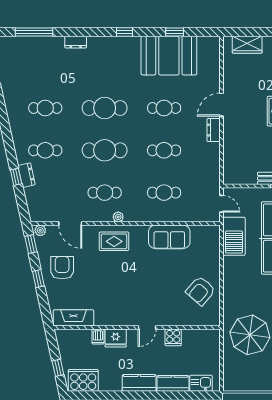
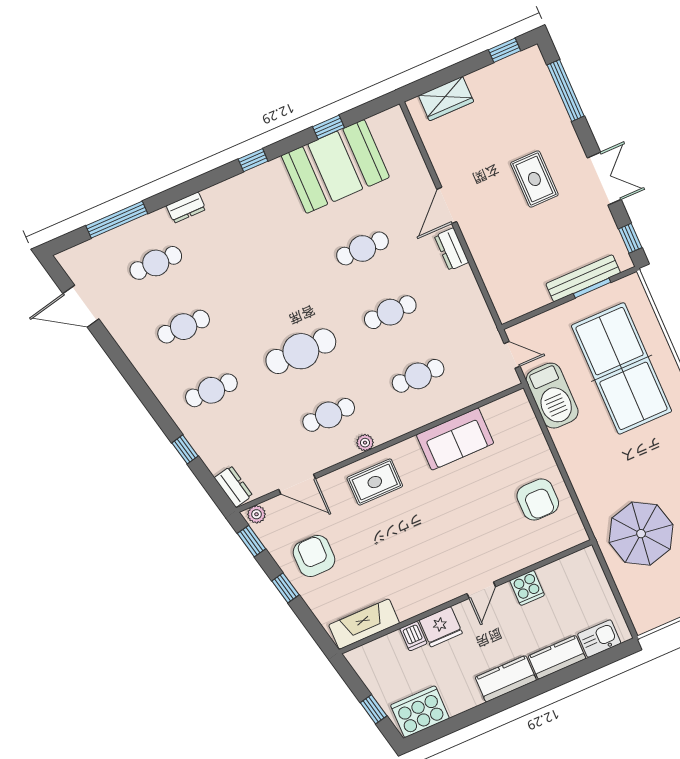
cafe table: (105, 108) -> (156, 263), moved, width x0.73, depth x0.74
dresser: (27, 175) -> (233, 487), moved
armchair: (201, 291) -> (538, 500), turned -41

